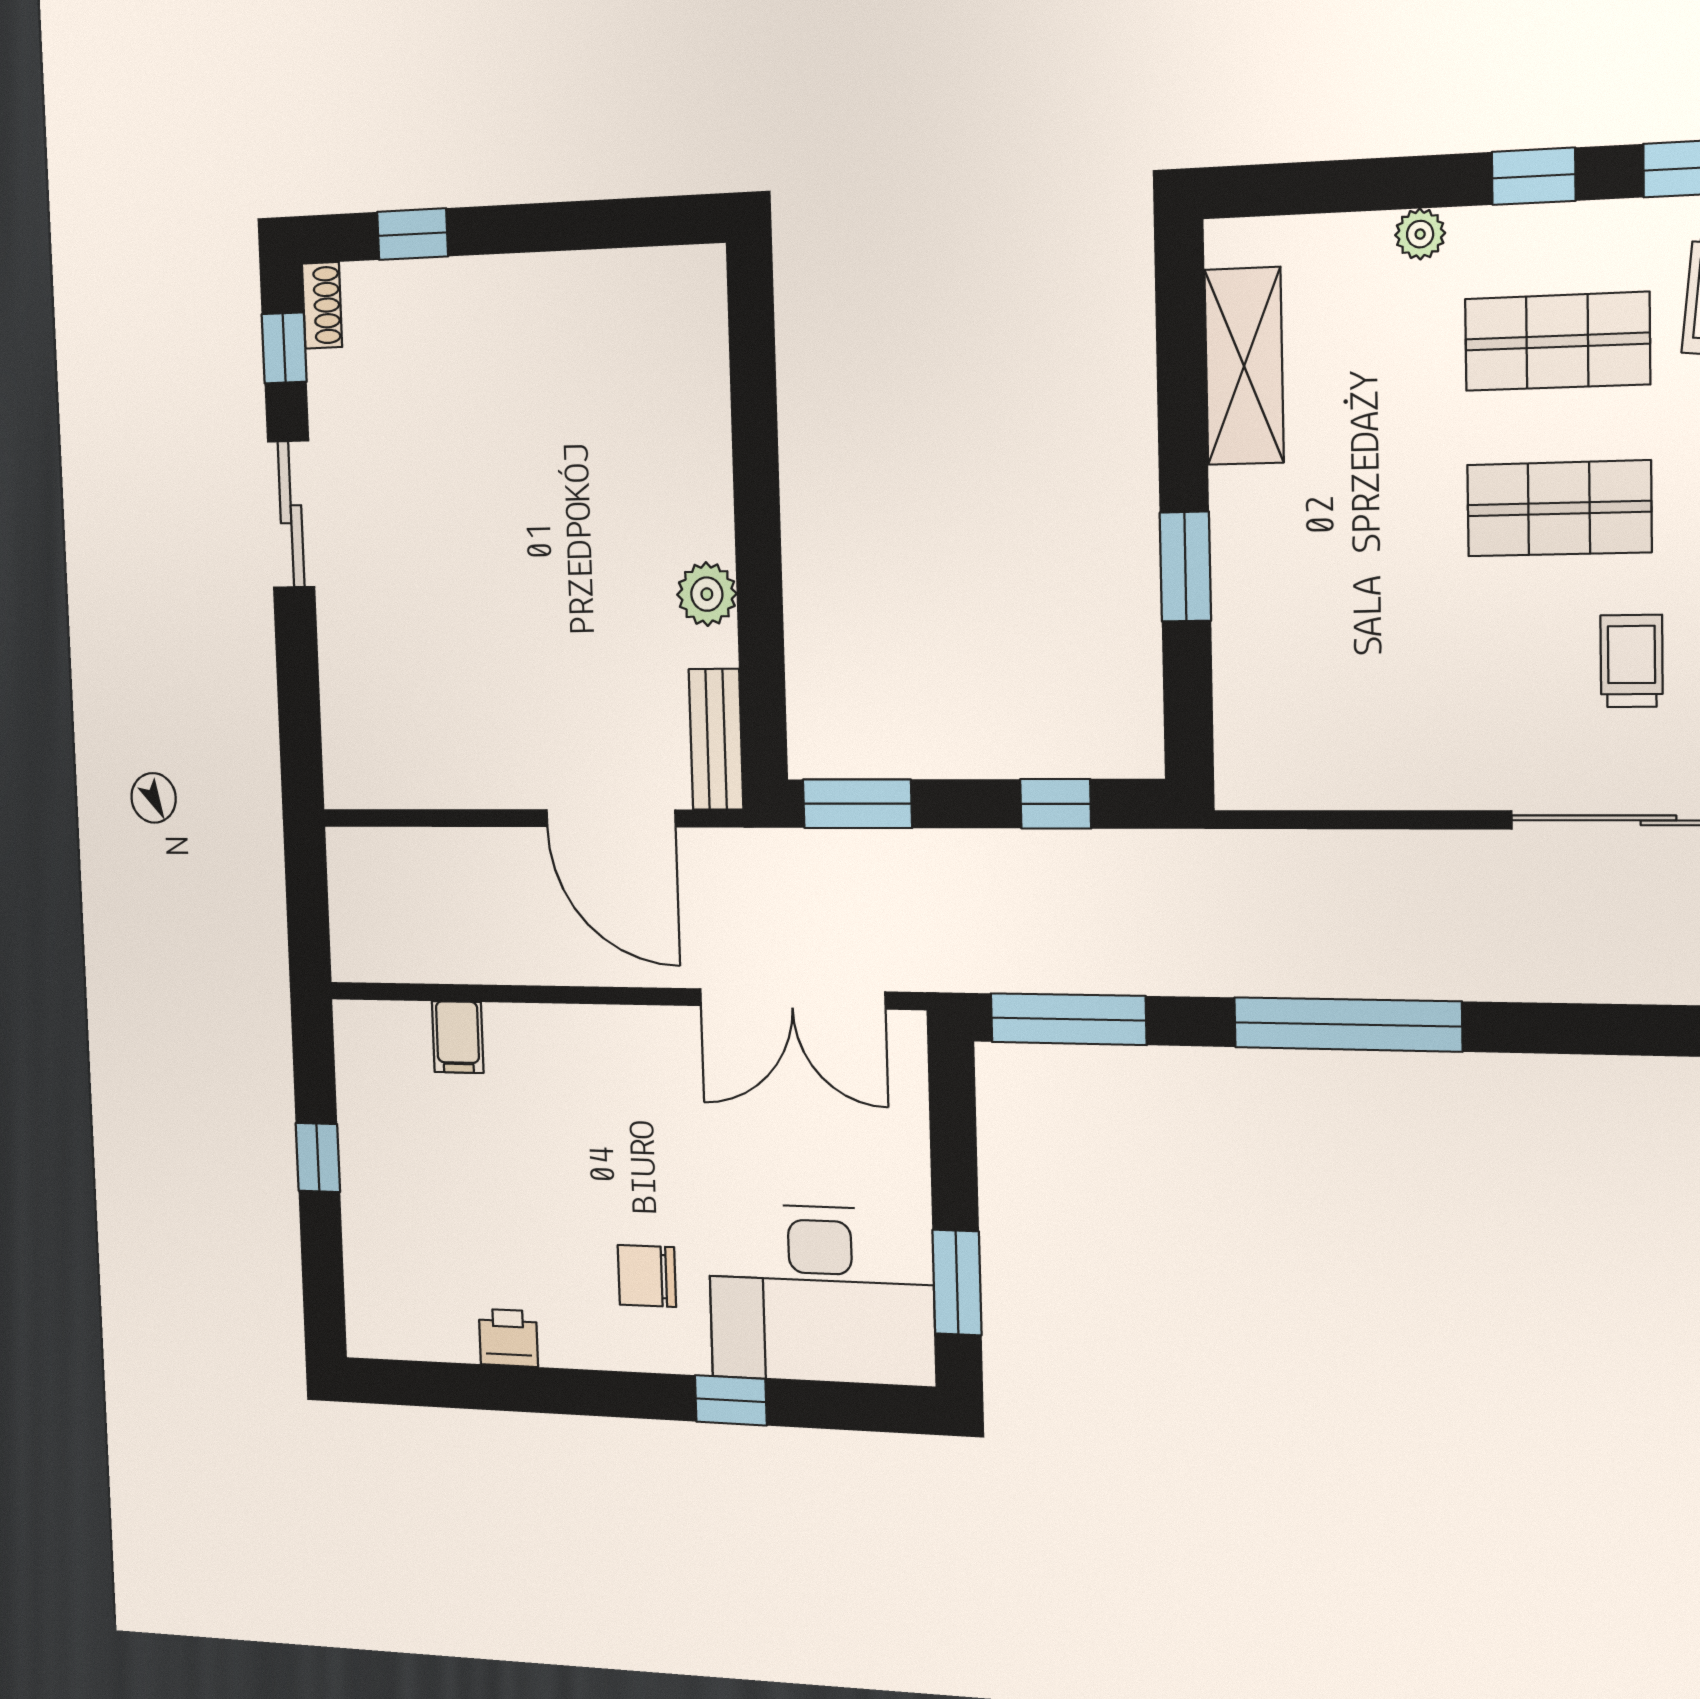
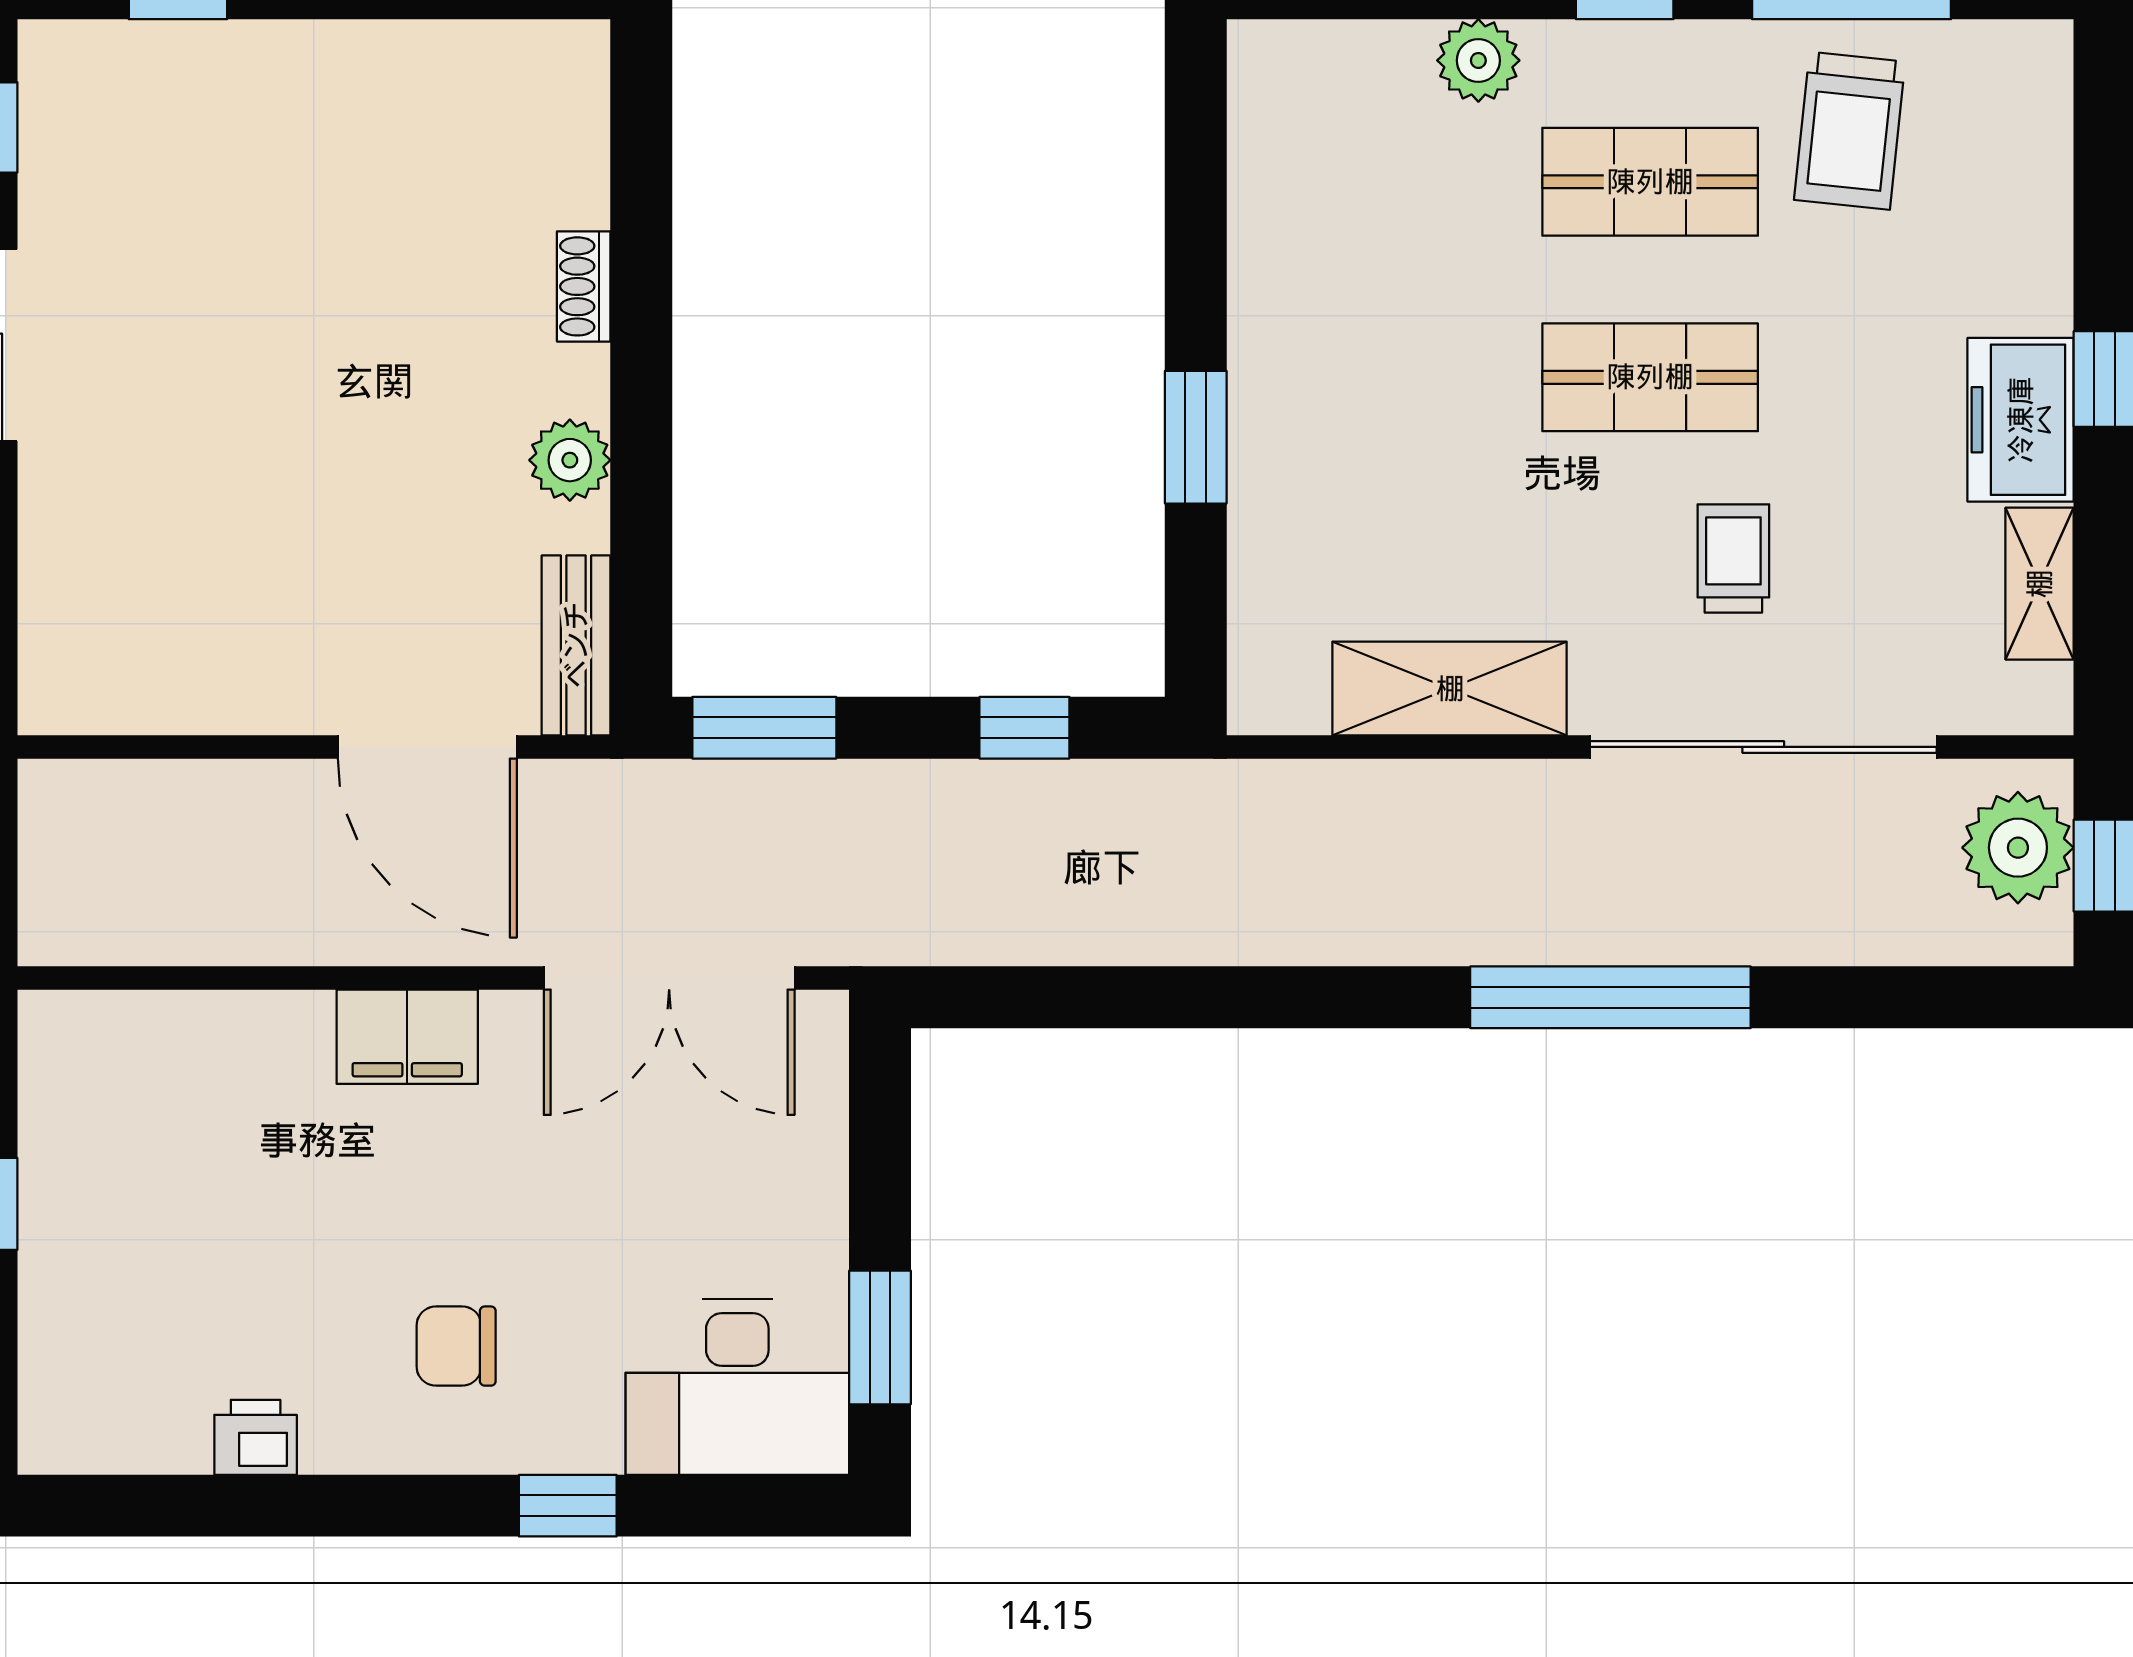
plant: (1420, 234) -> (1478, 60), width x1.38, depth x1.38
shoe rack: (322, 305) -> (584, 286), moved, turned 180
shelving: (1244, 366) -> (1450, 689), moved, turned 90
window: (1068, 1019) -> (1035, 997), removed
window: (1348, 1024) -> (1610, 997), moved
filing cabinet: (458, 1037) -> (407, 1037), moved, width x2.00
desk: (821, 1294) -> (737, 1387), width x0.73, depth x0.77

